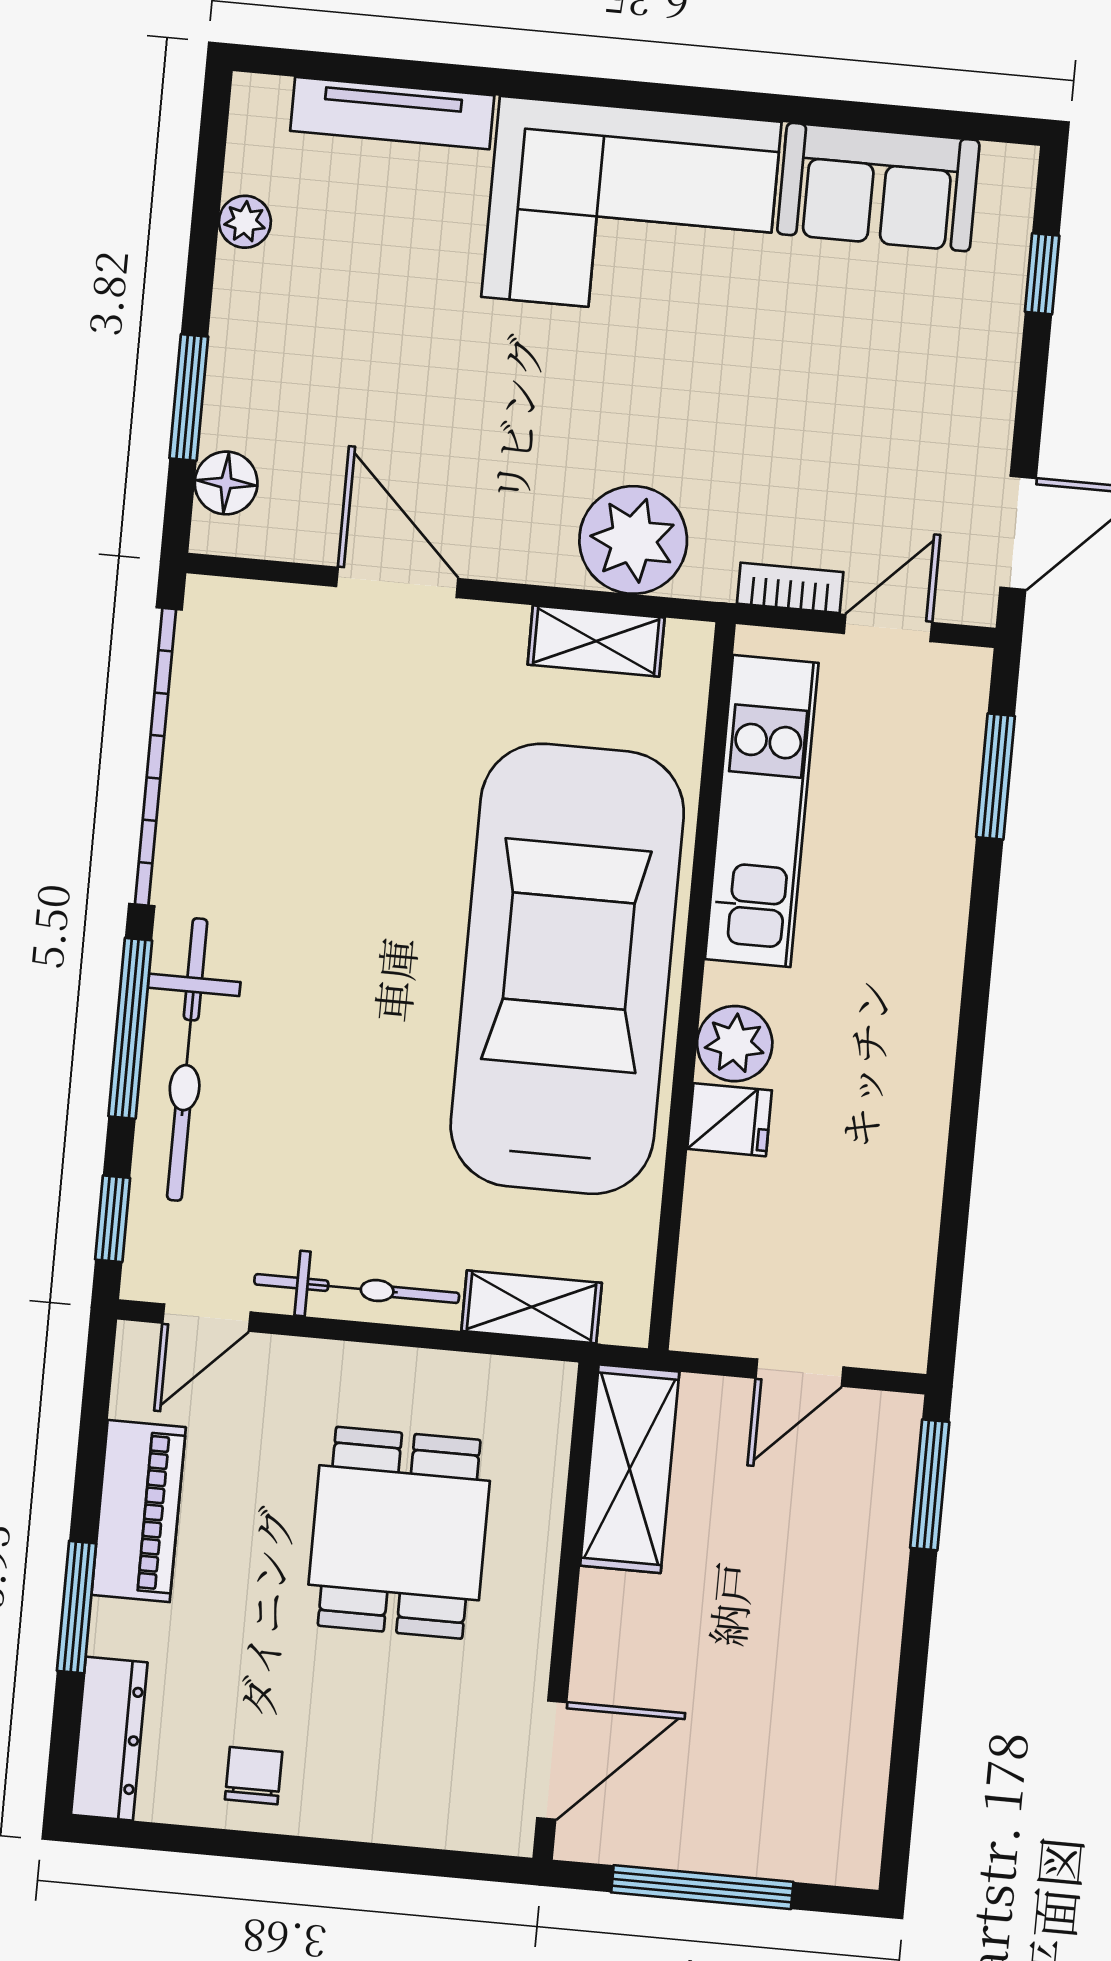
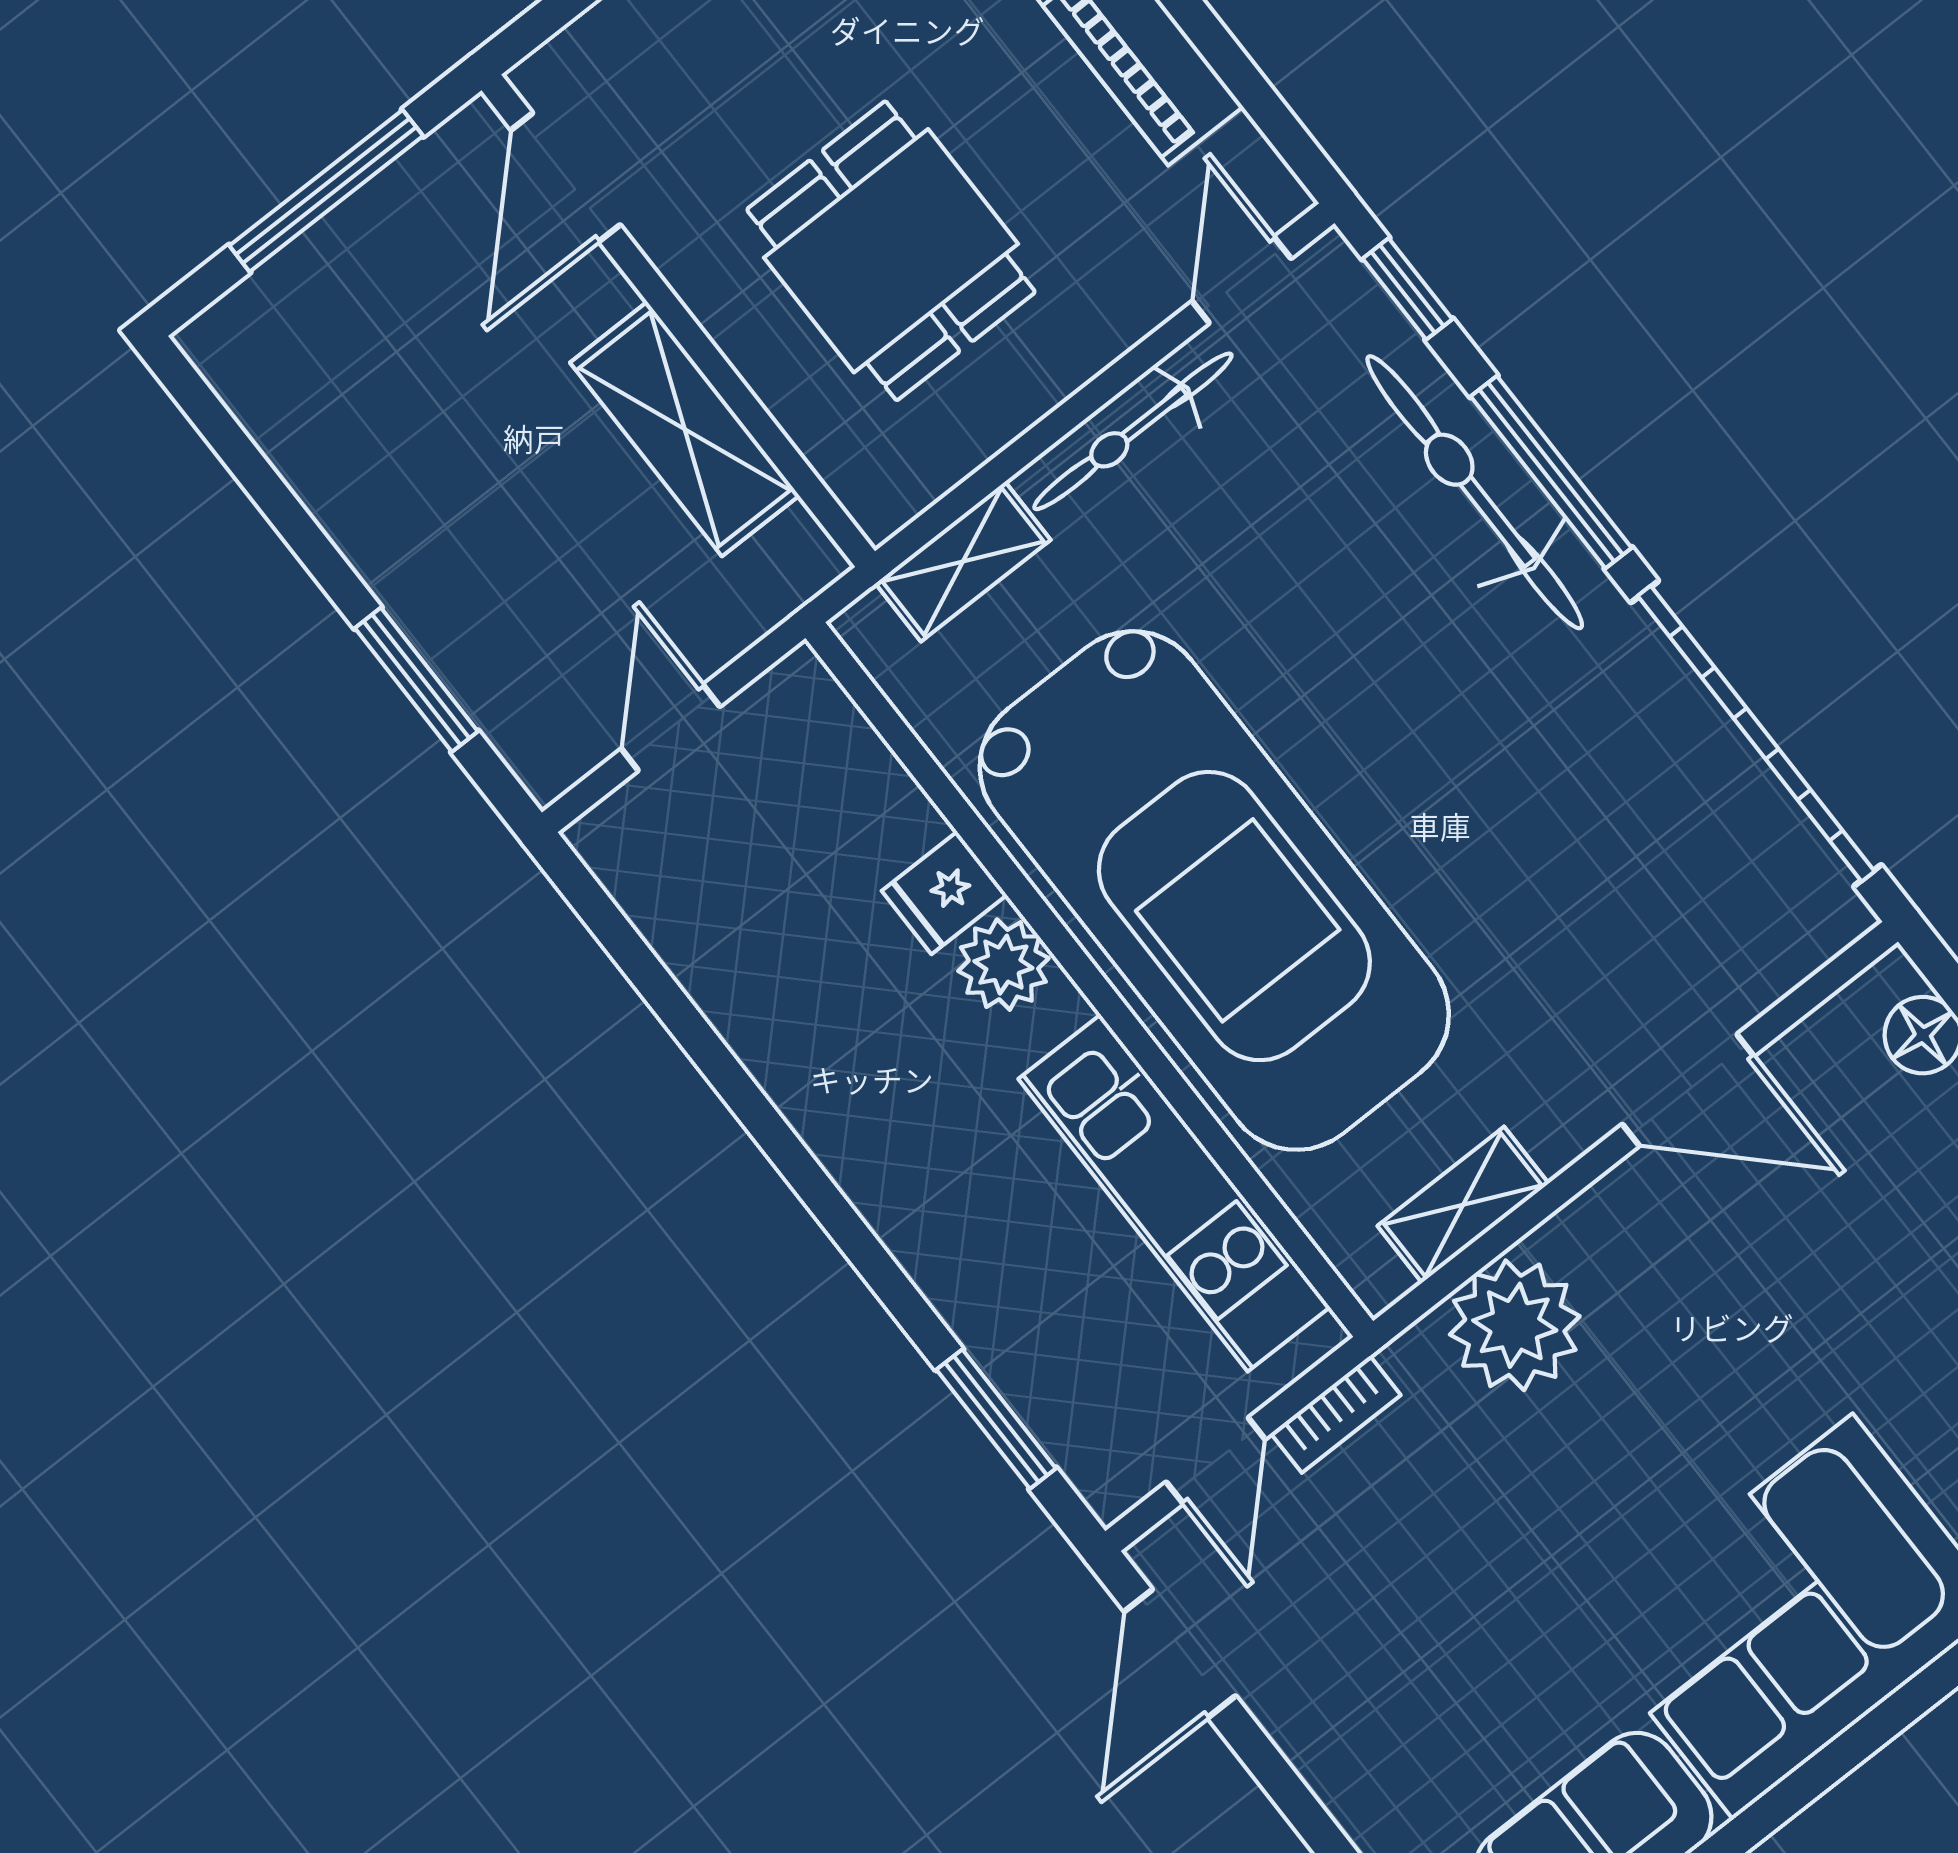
shelving: (630, 1469) -> (685, 429), moved
window: (930, 1485) -> (416, 680), moved

